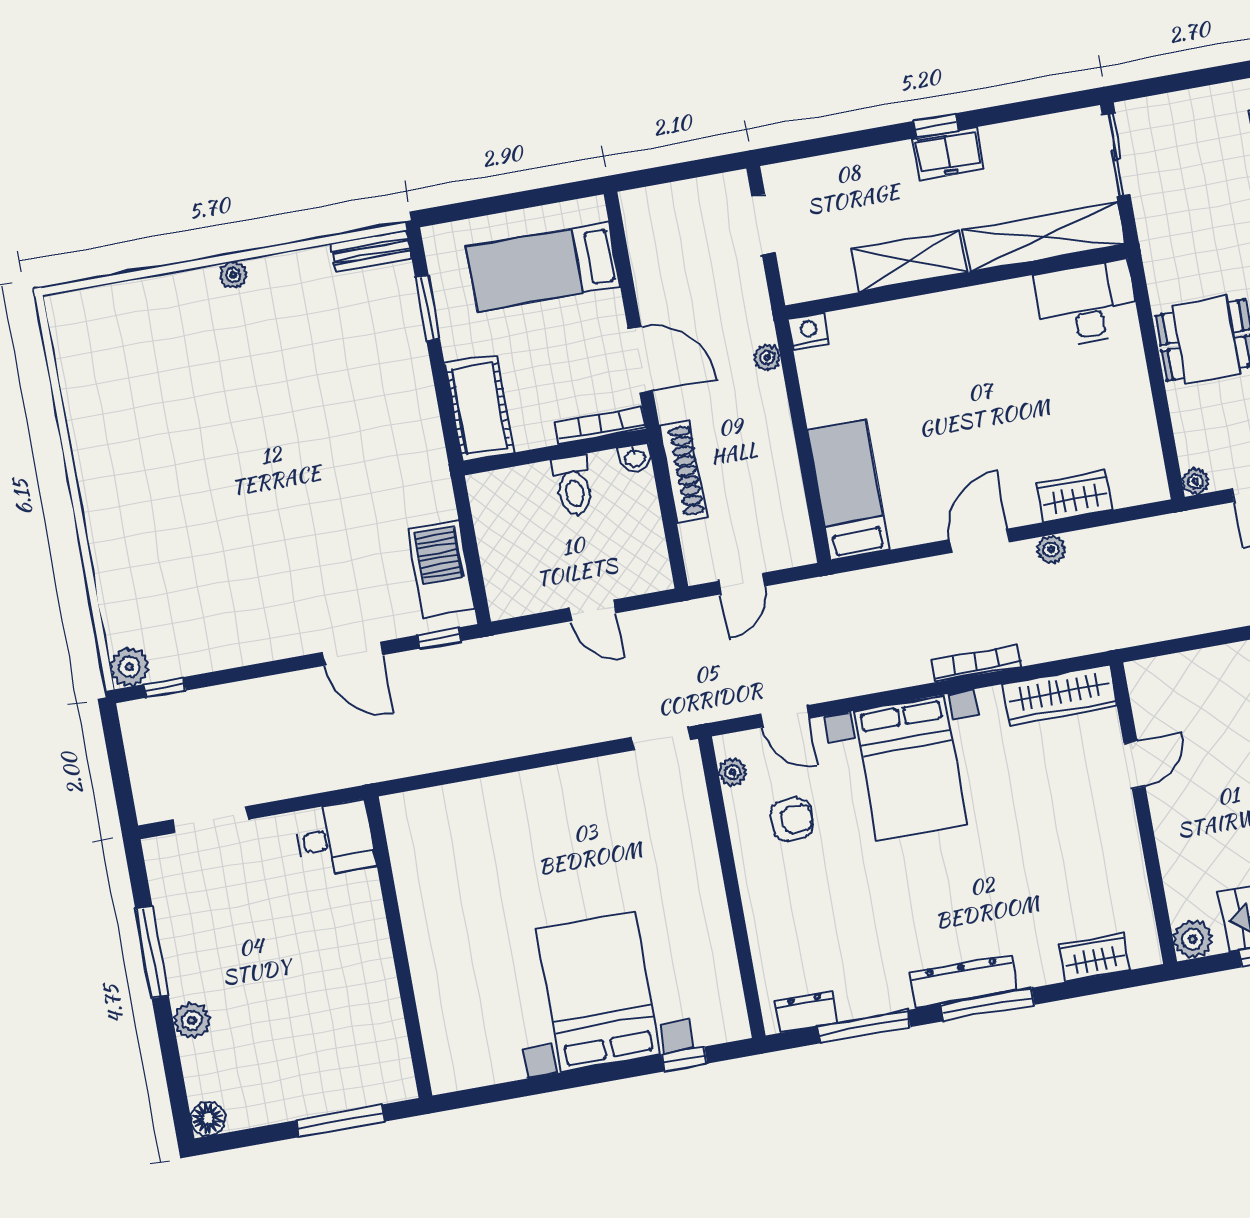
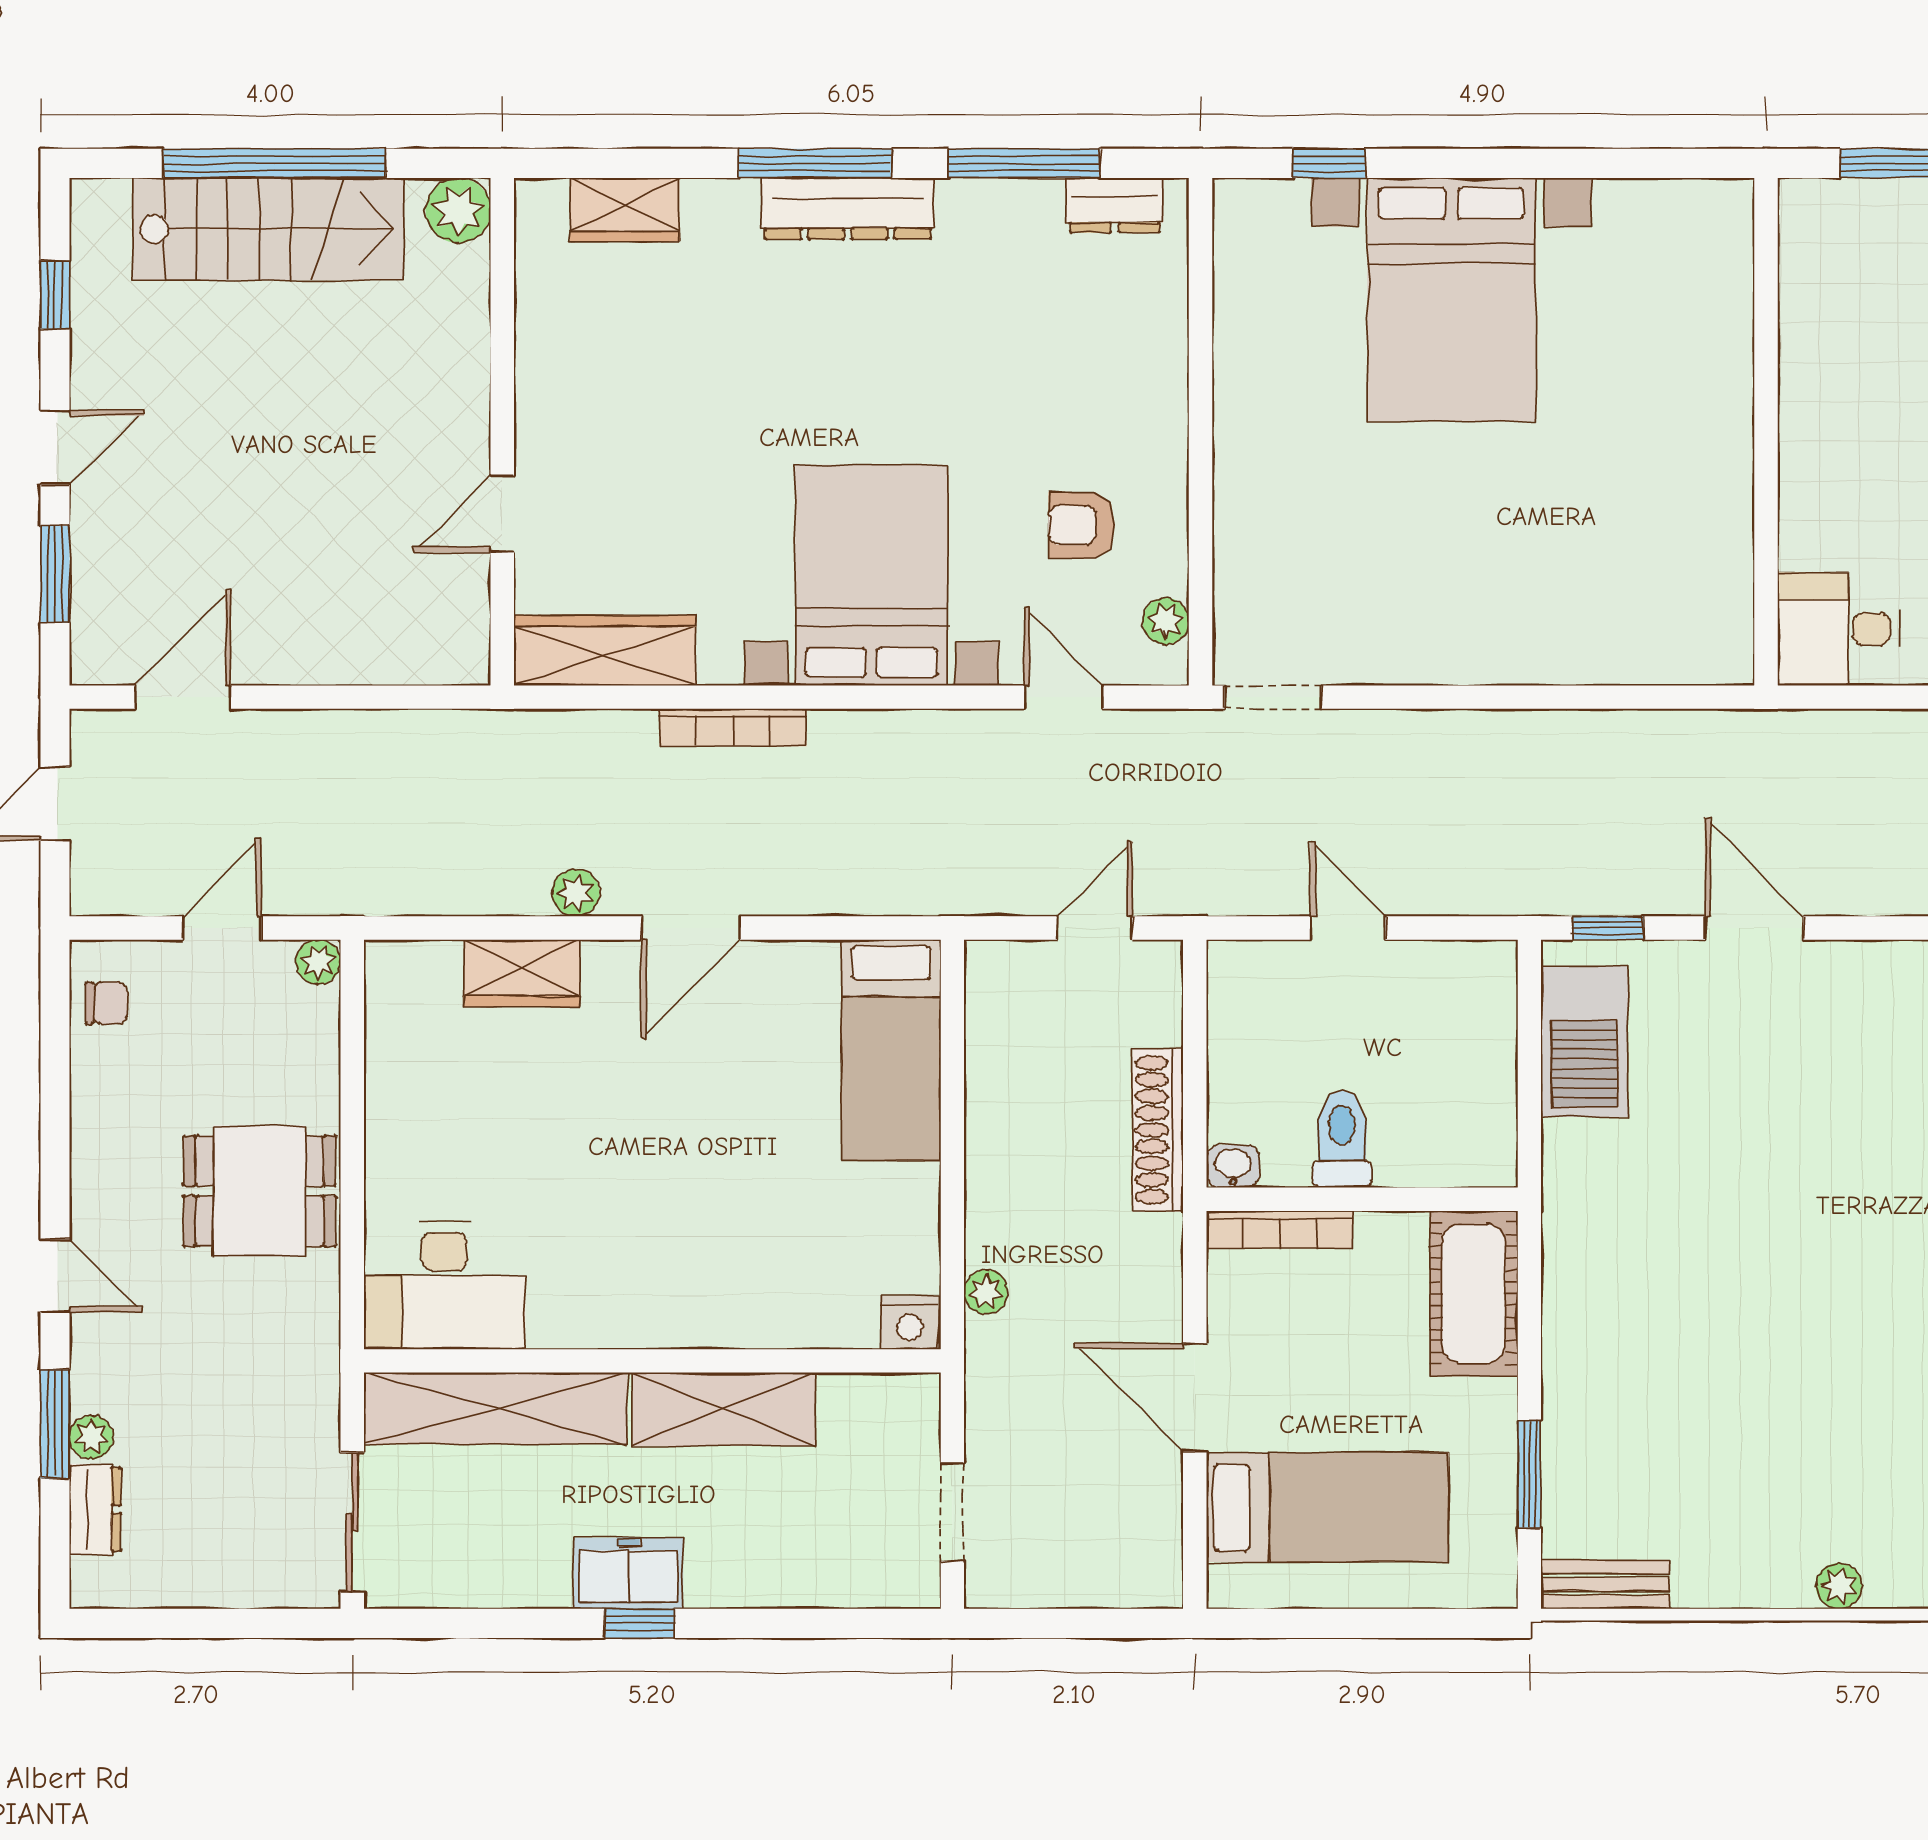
door: (640, 360) -> (1195, 1397), moved

